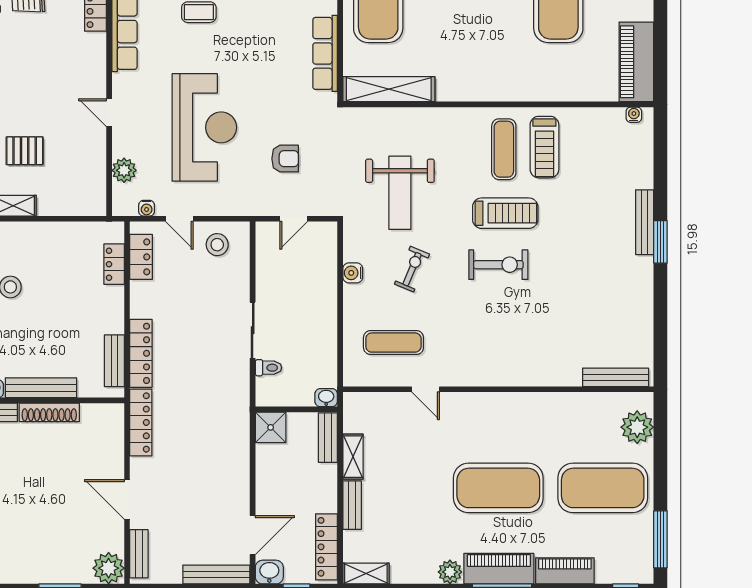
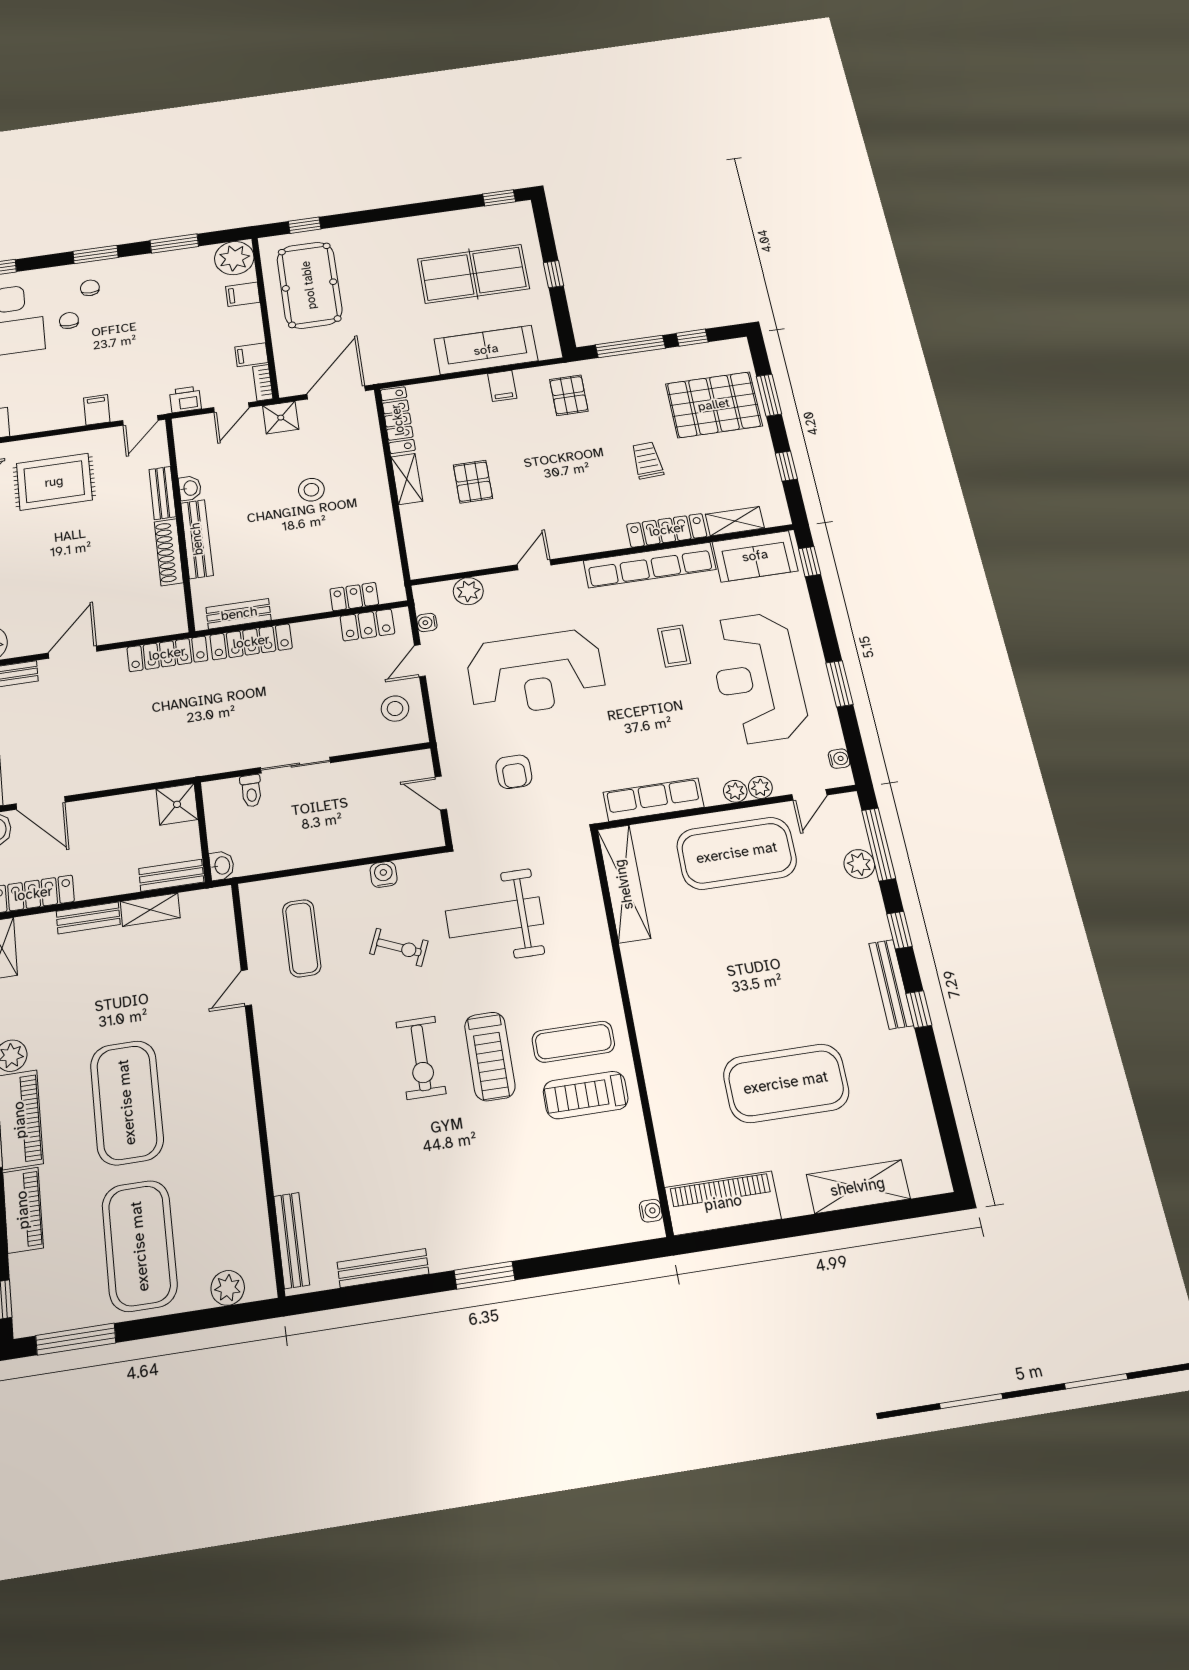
bench: (645, 222) -> (383, 1268), moved
plant: (637, 427) -> (228, 1288), width x0.73, depth x0.73

